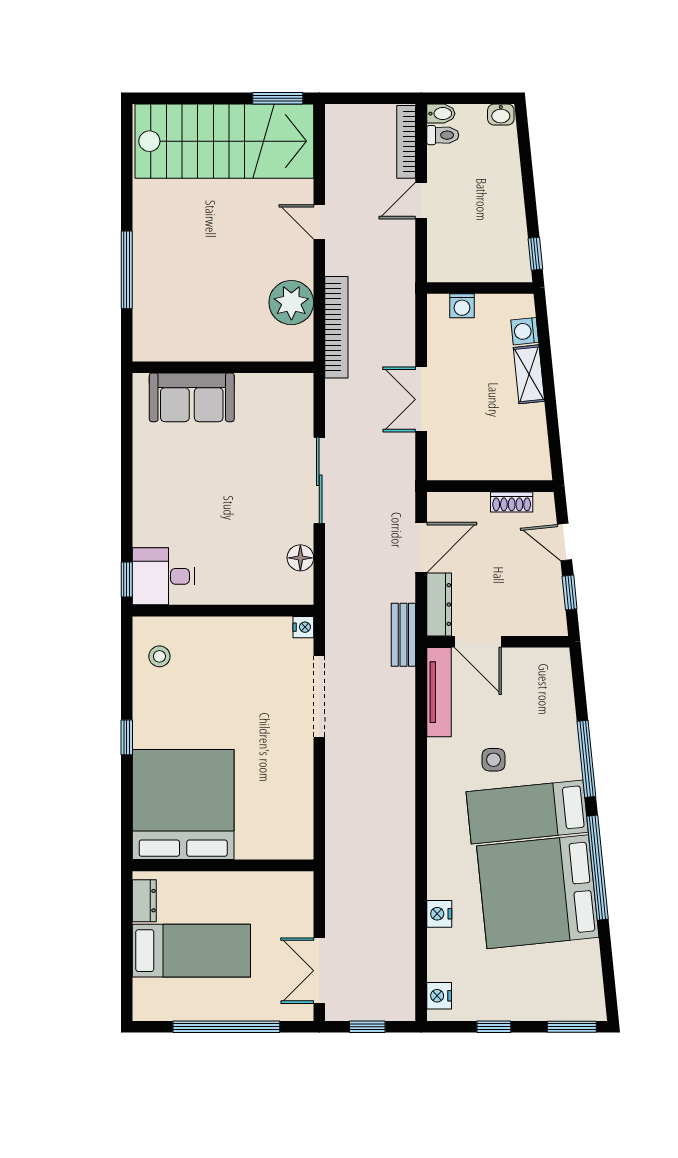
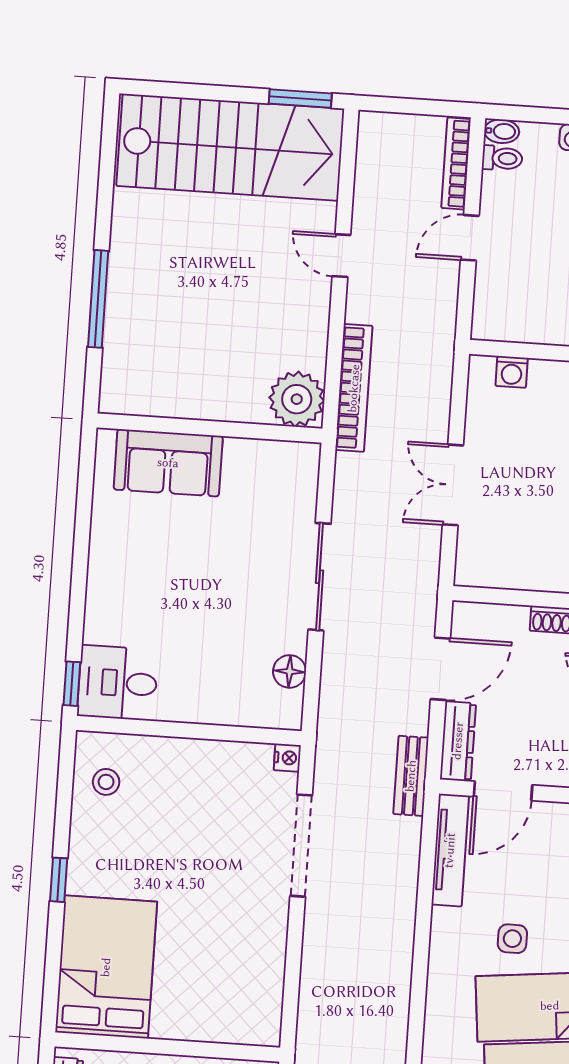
plant: (291, 303) -> (297, 399), moved
door: (478, 642) -> (503, 791), hinge flipped
bed: (183, 805) -> (106, 967), width x0.73

